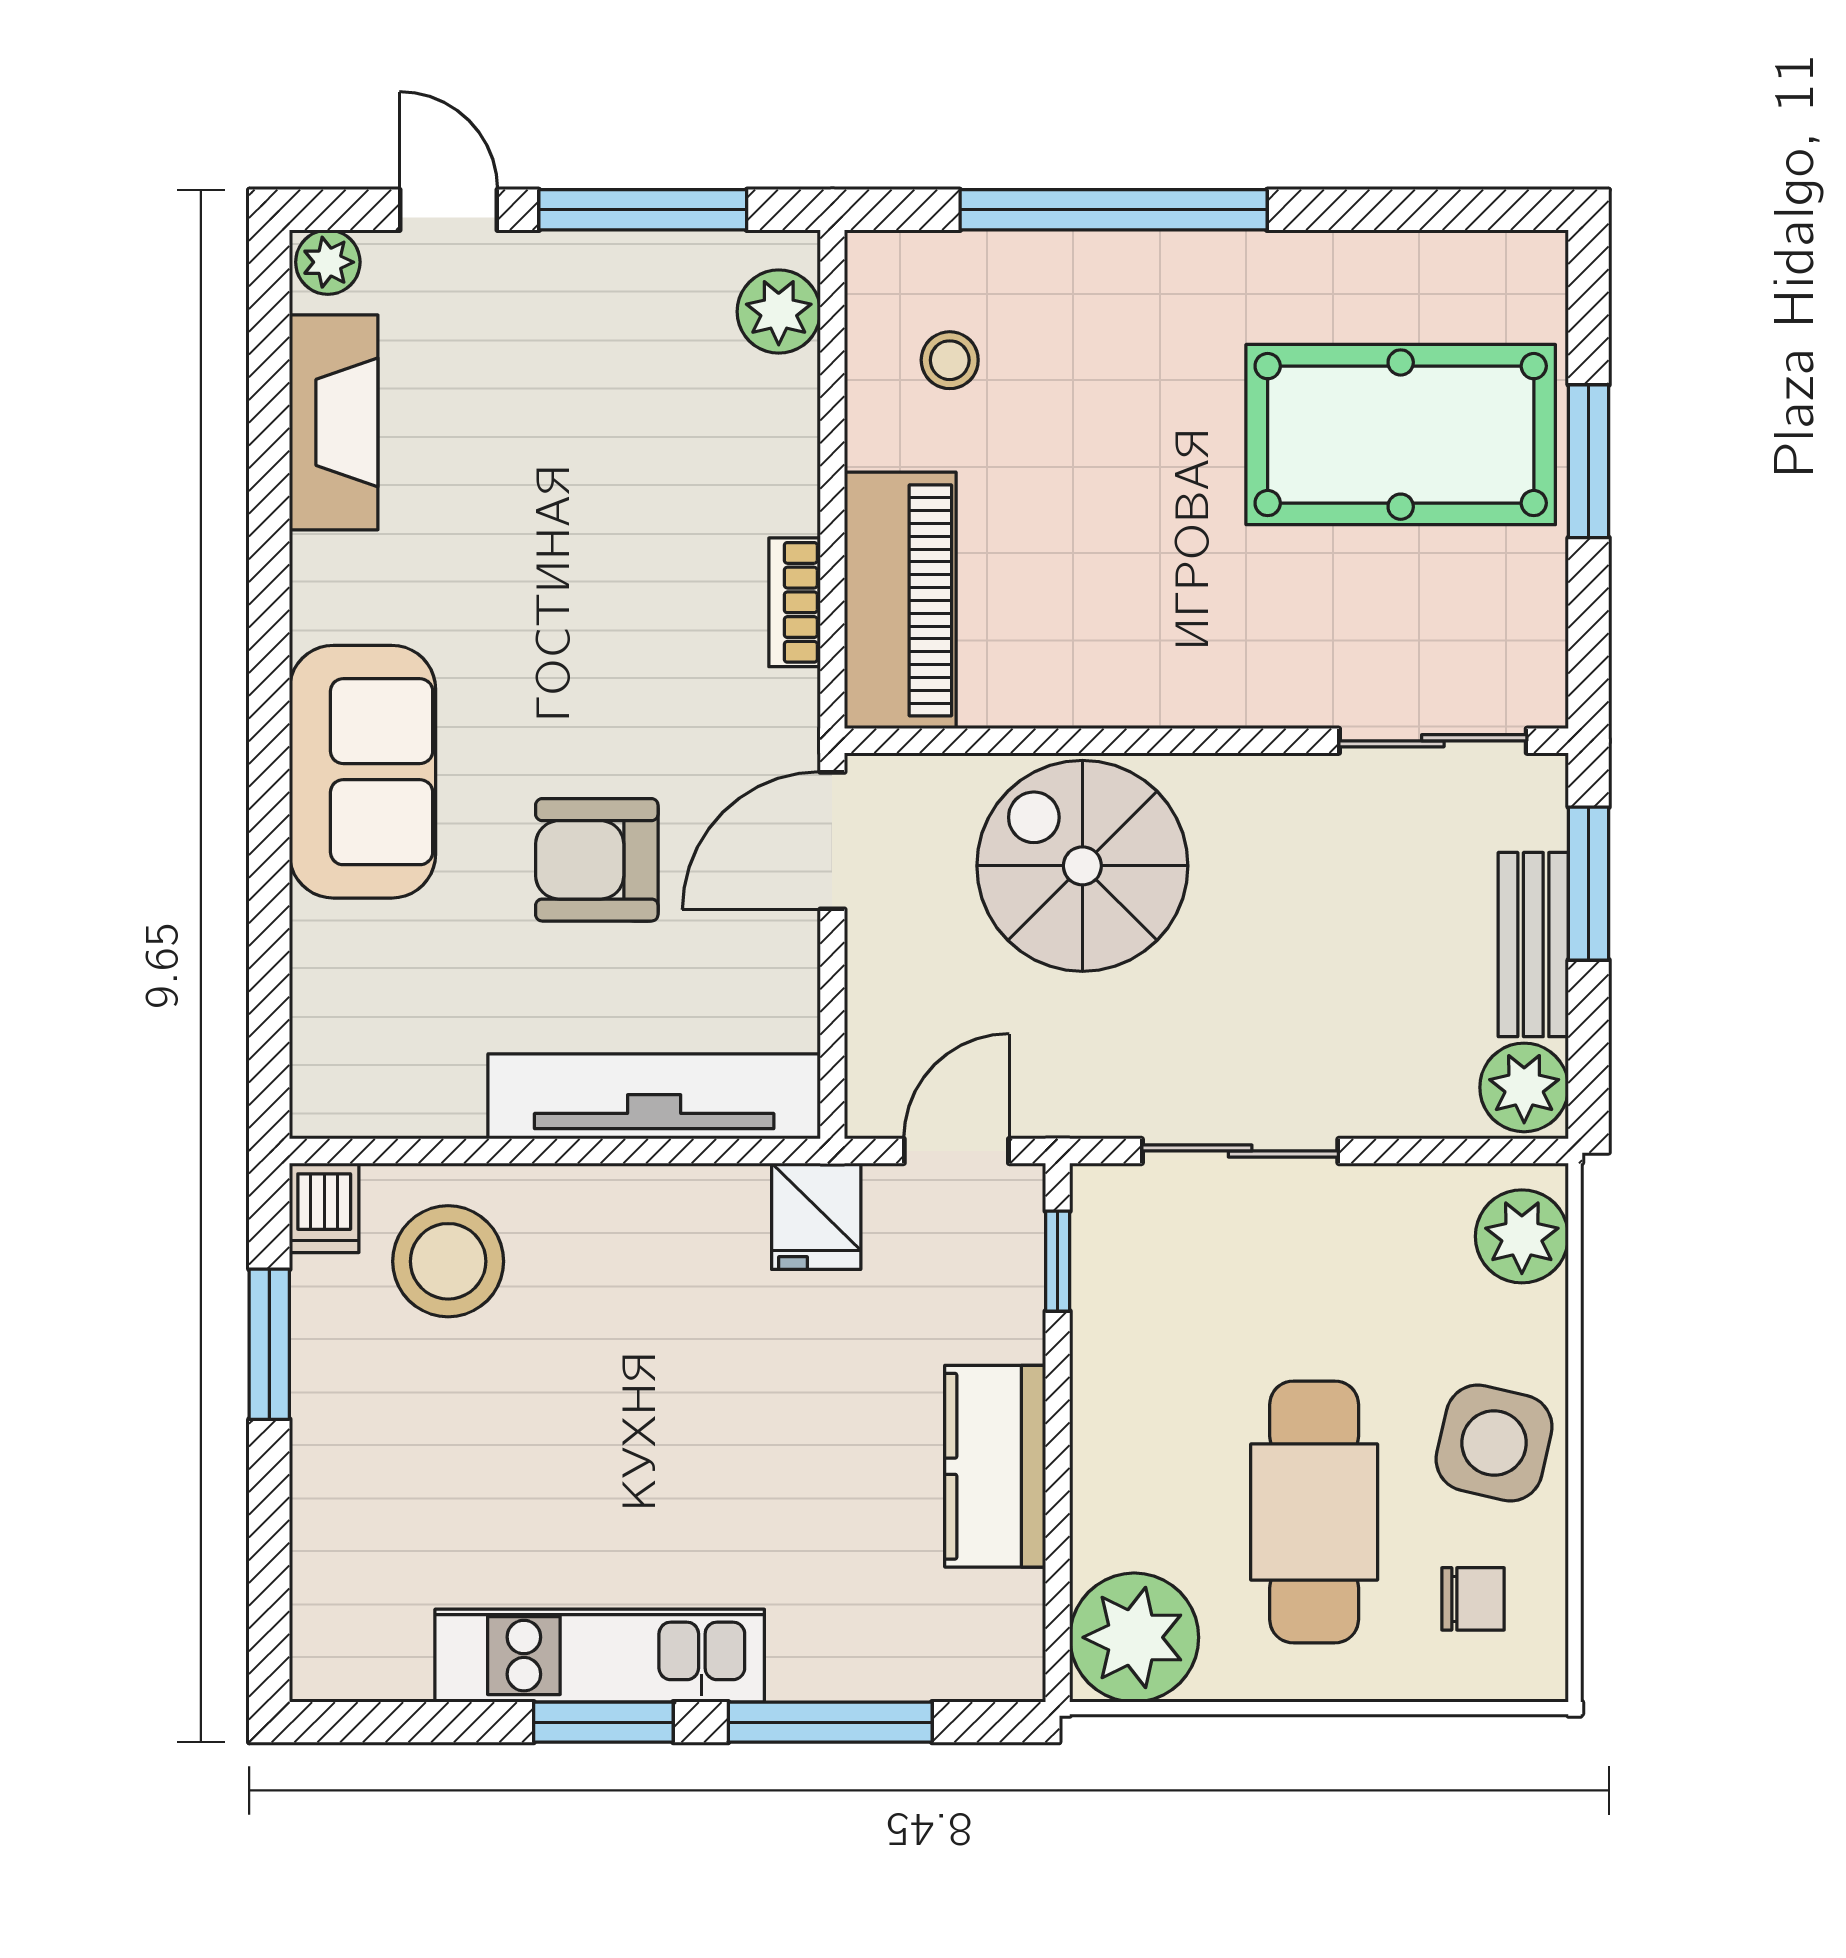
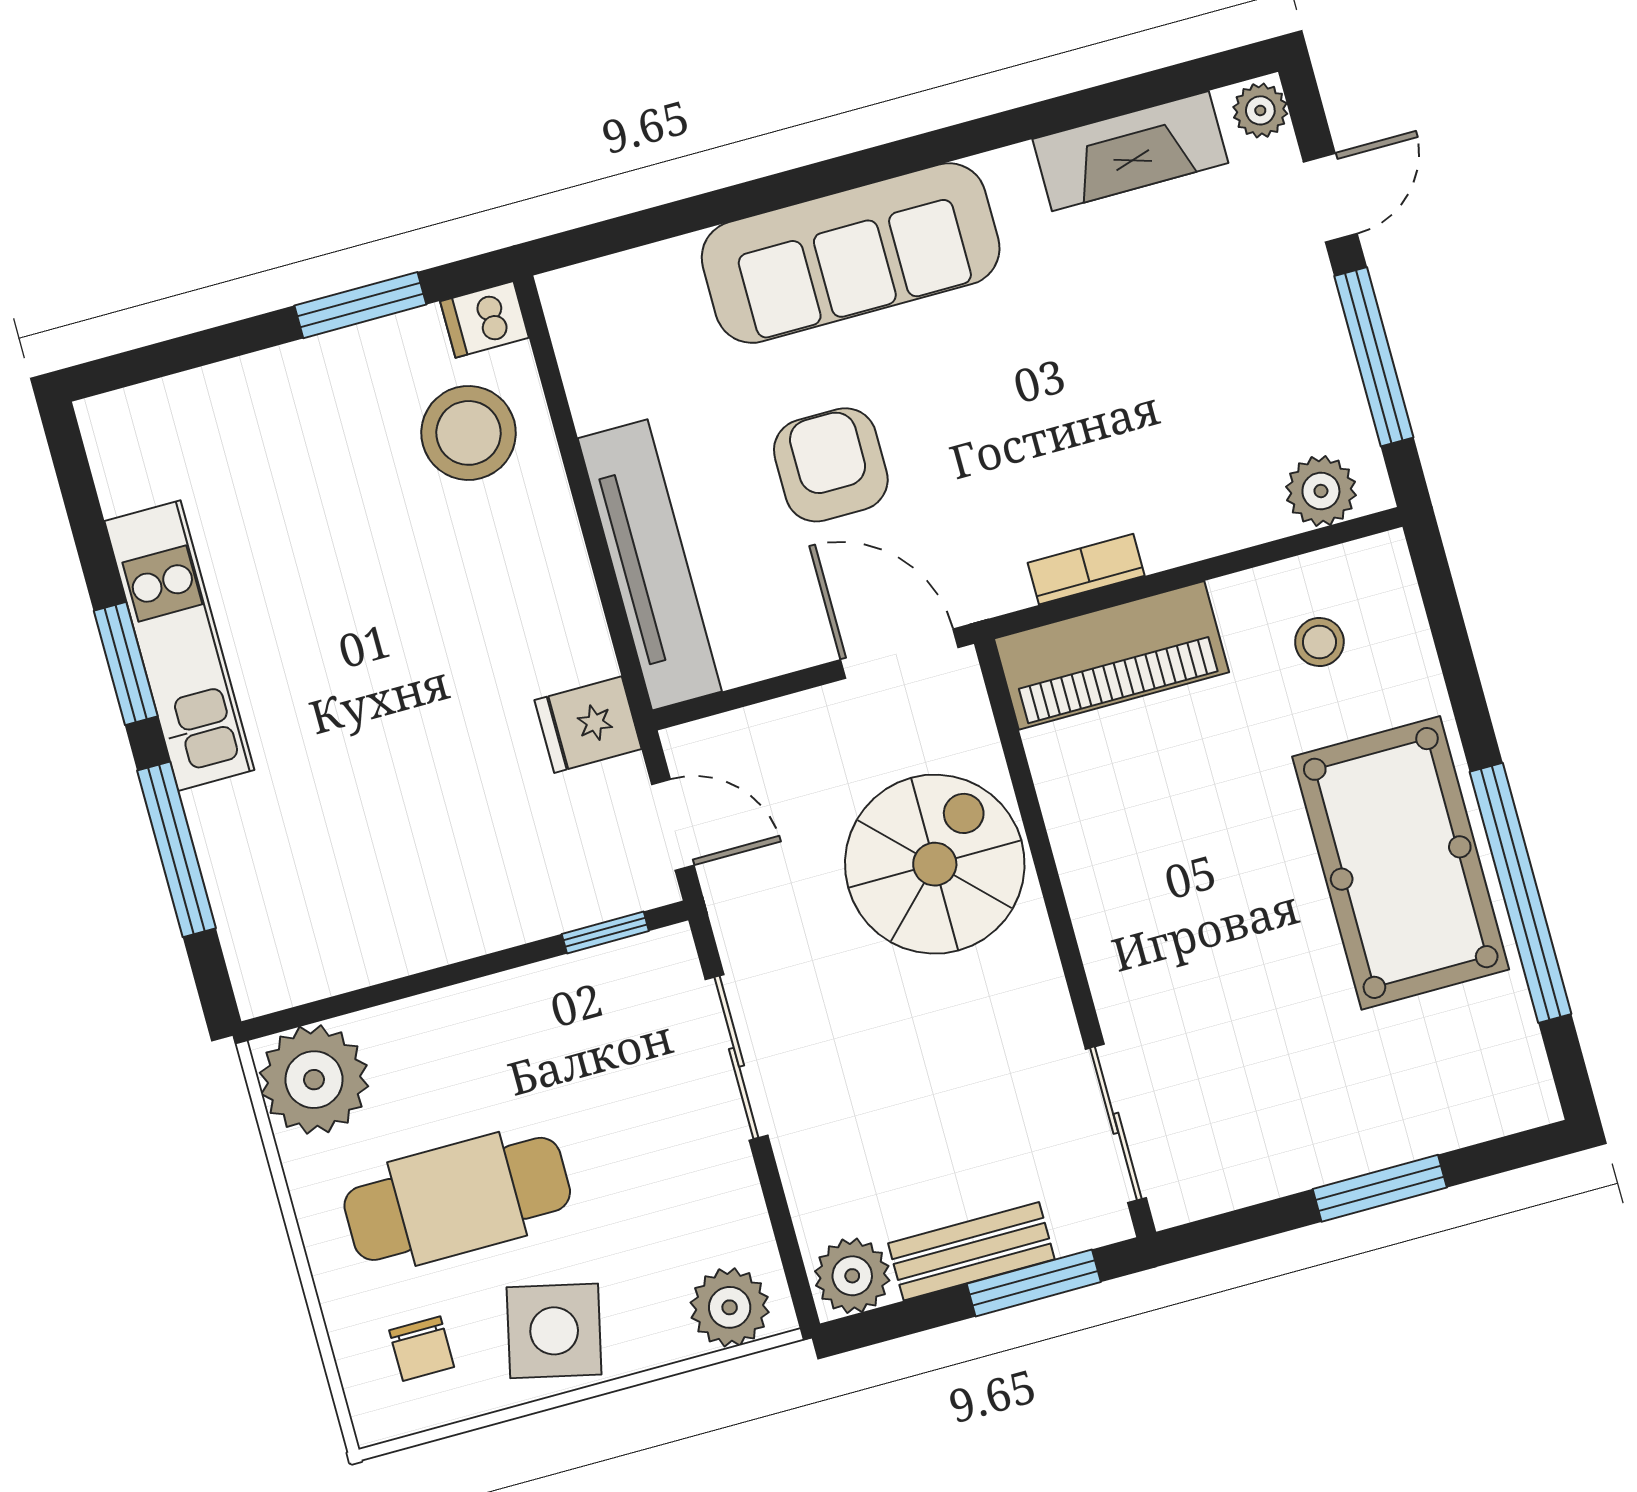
window: (1114, 210) -> (1520, 893), moved
pool table: (1401, 435) -> (1401, 863), moved
sofa: (363, 772) -> (851, 253), width x1.36
kitchen counter: (995, 1466) -> (423, 927), removed

